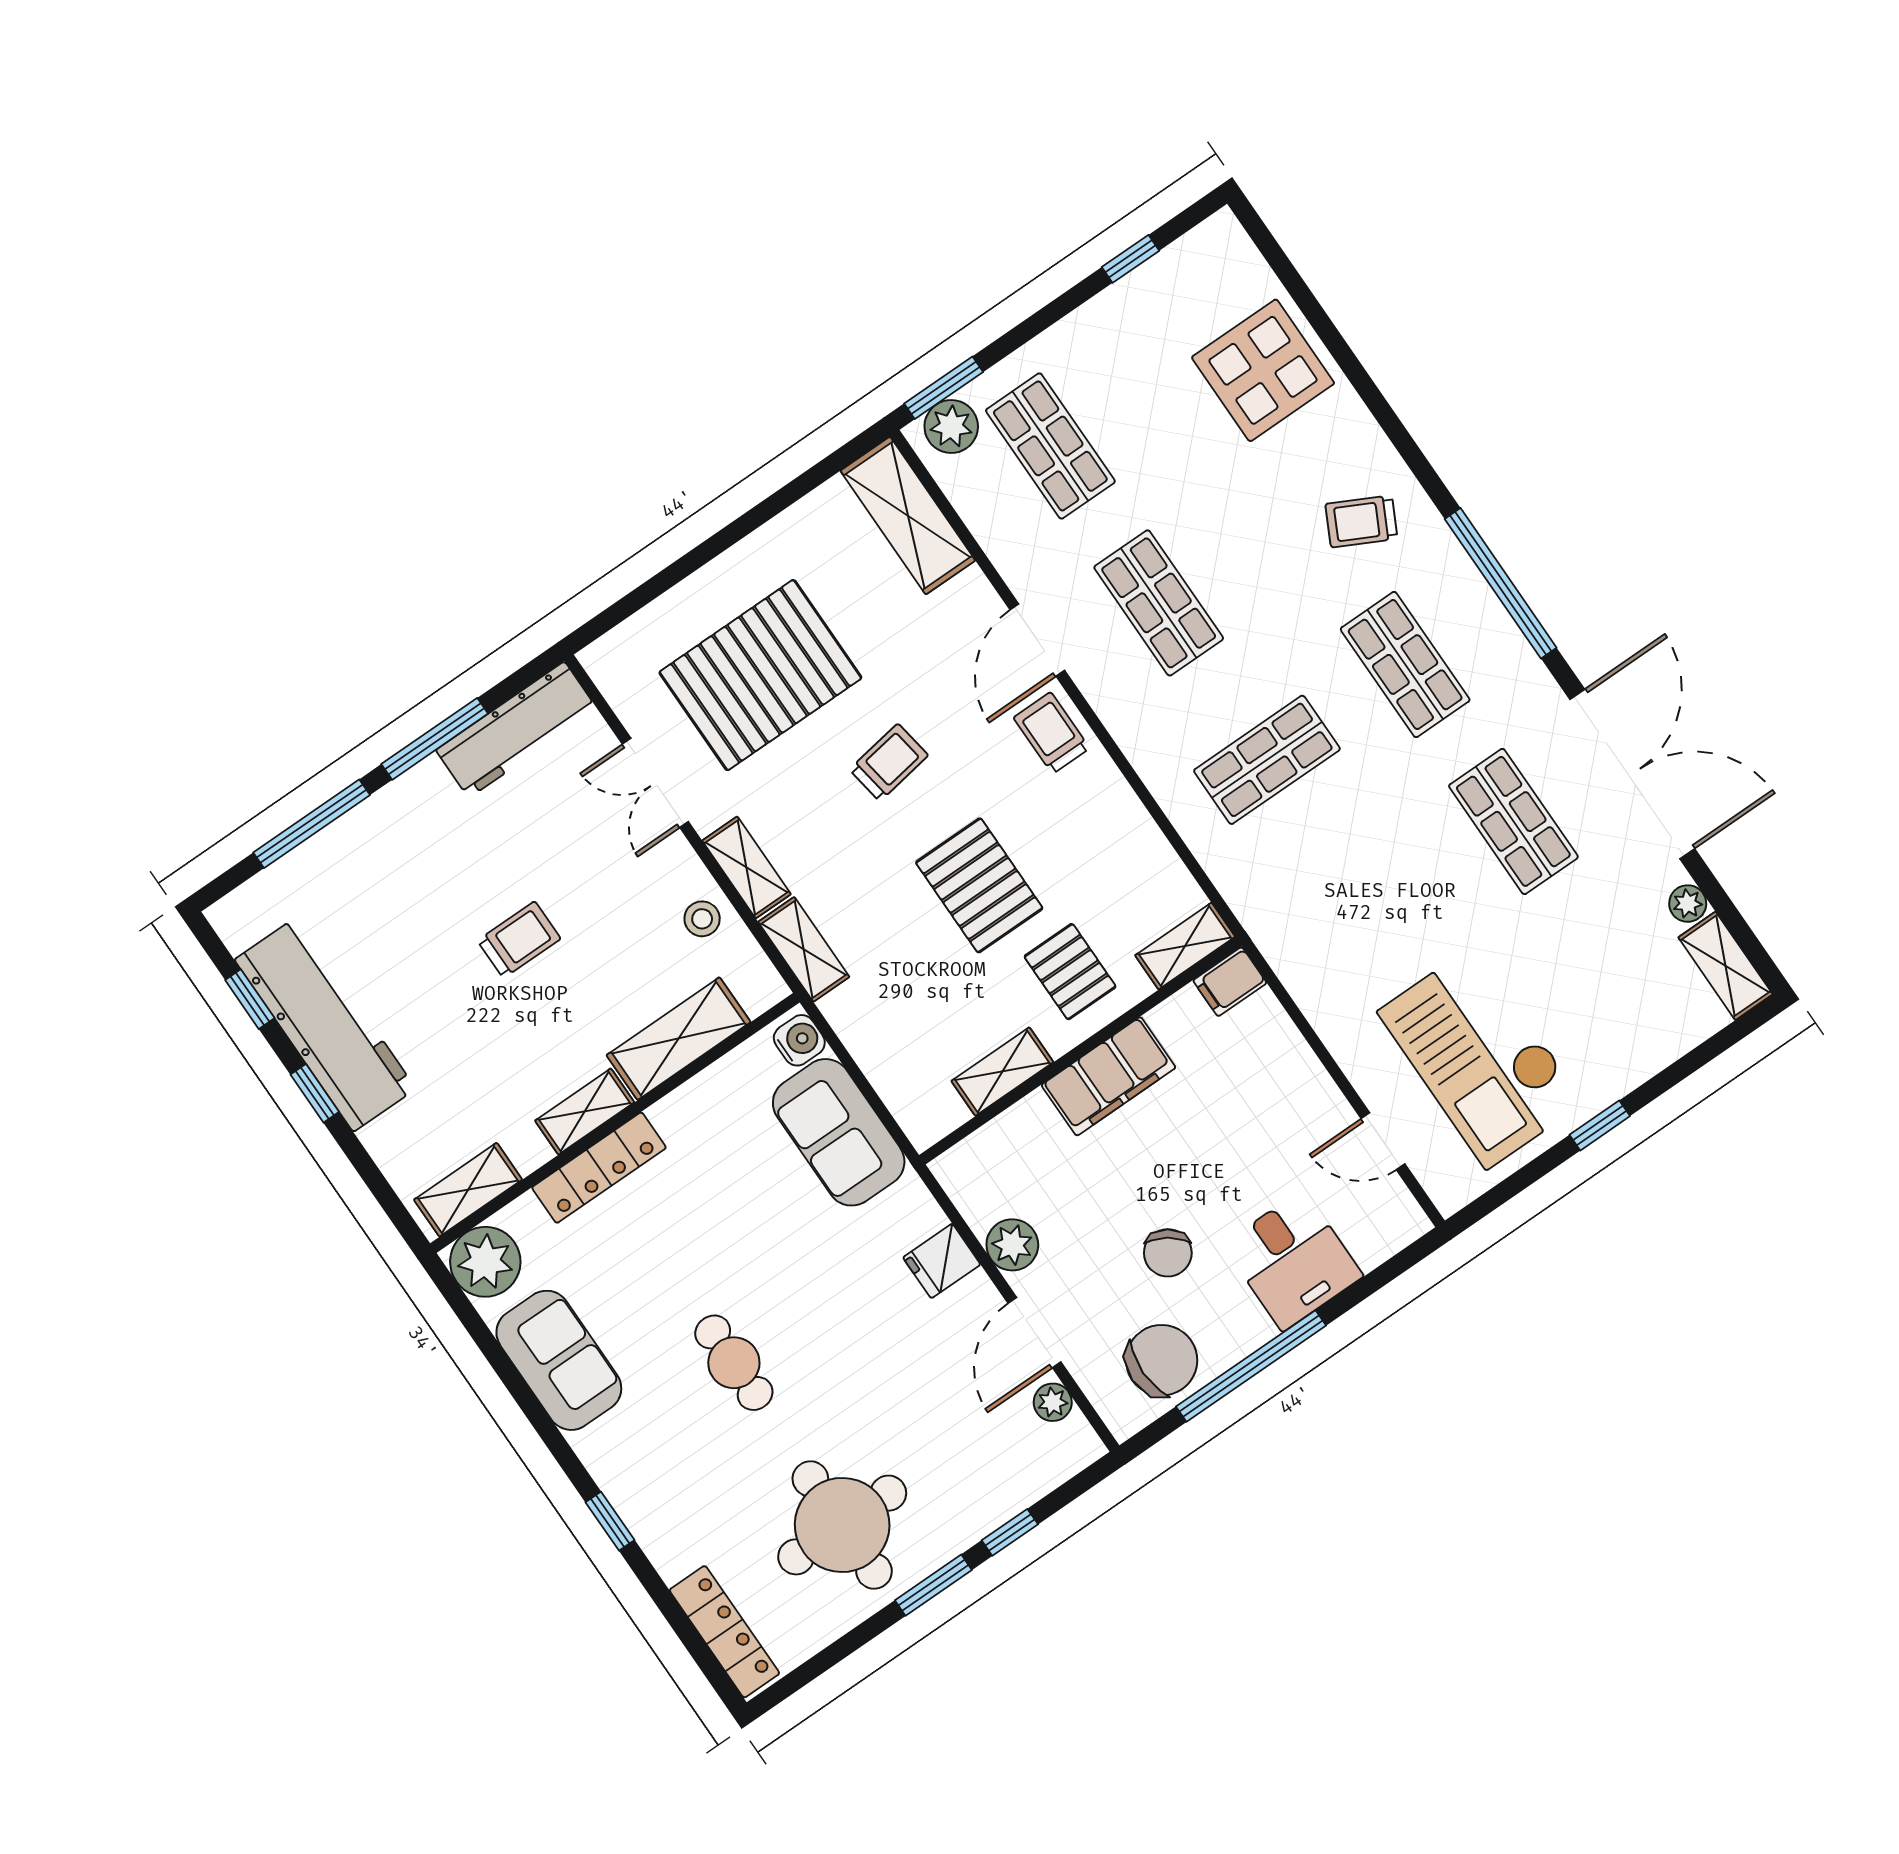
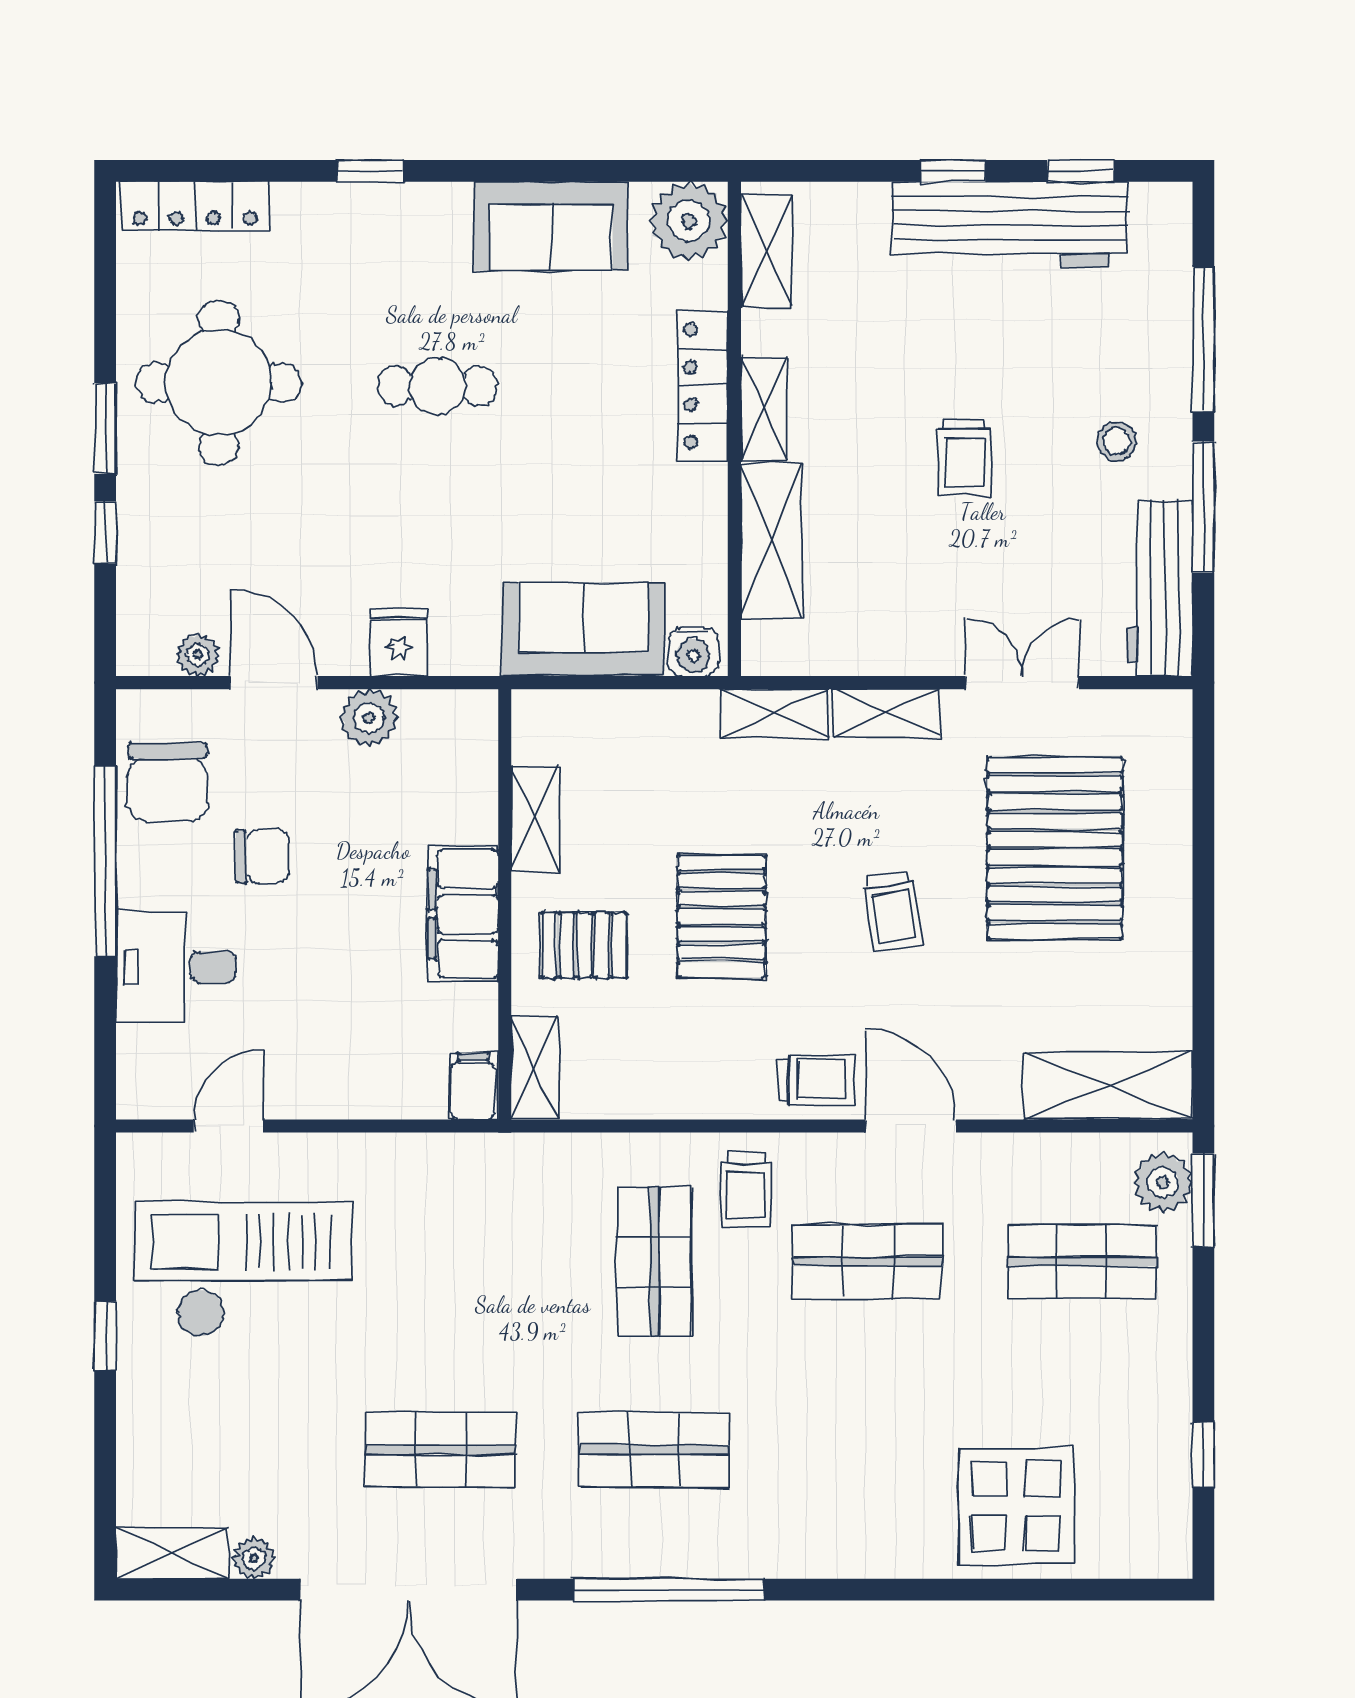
trolley: (1361, 521) -> (745, 1190), moved, turned 153
pallet: (979, 885) -> (722, 916), turned 90
stool: (702, 919) -> (1117, 441), moved
chair: (1168, 1253) -> (262, 856), turned 146

